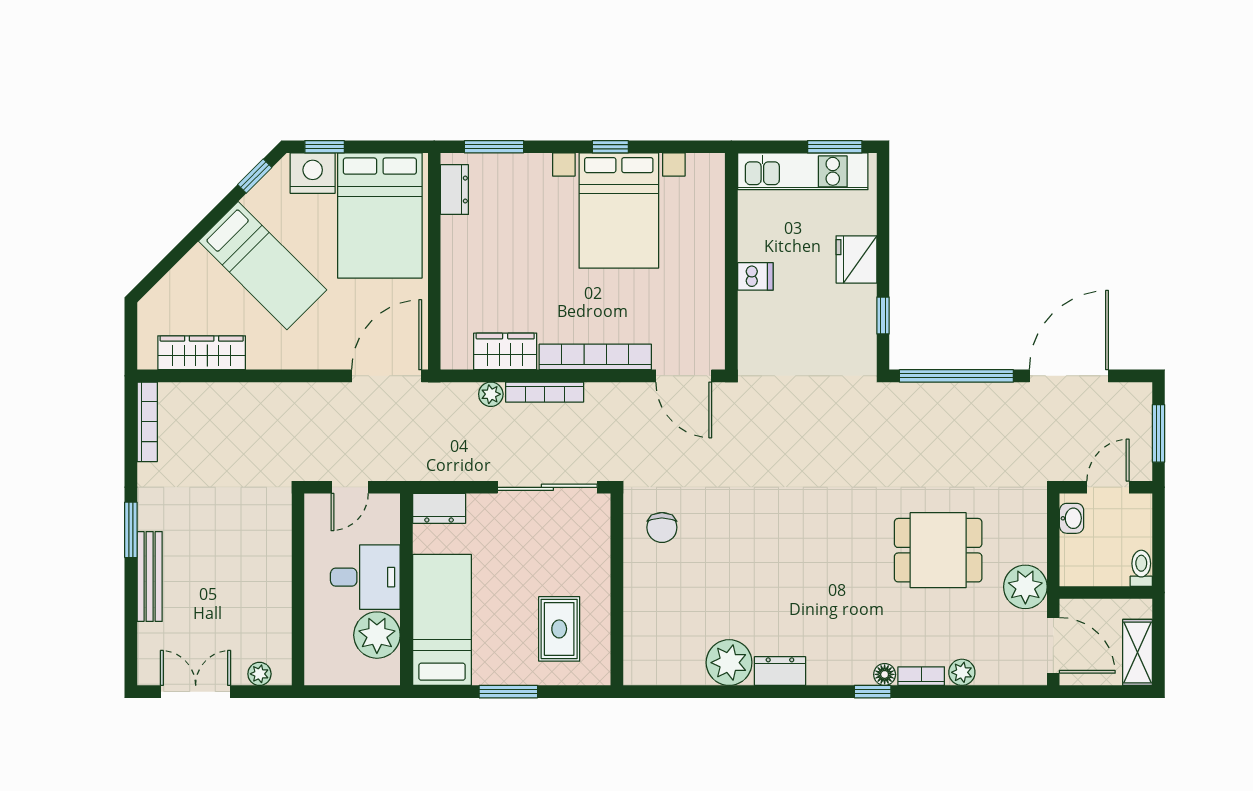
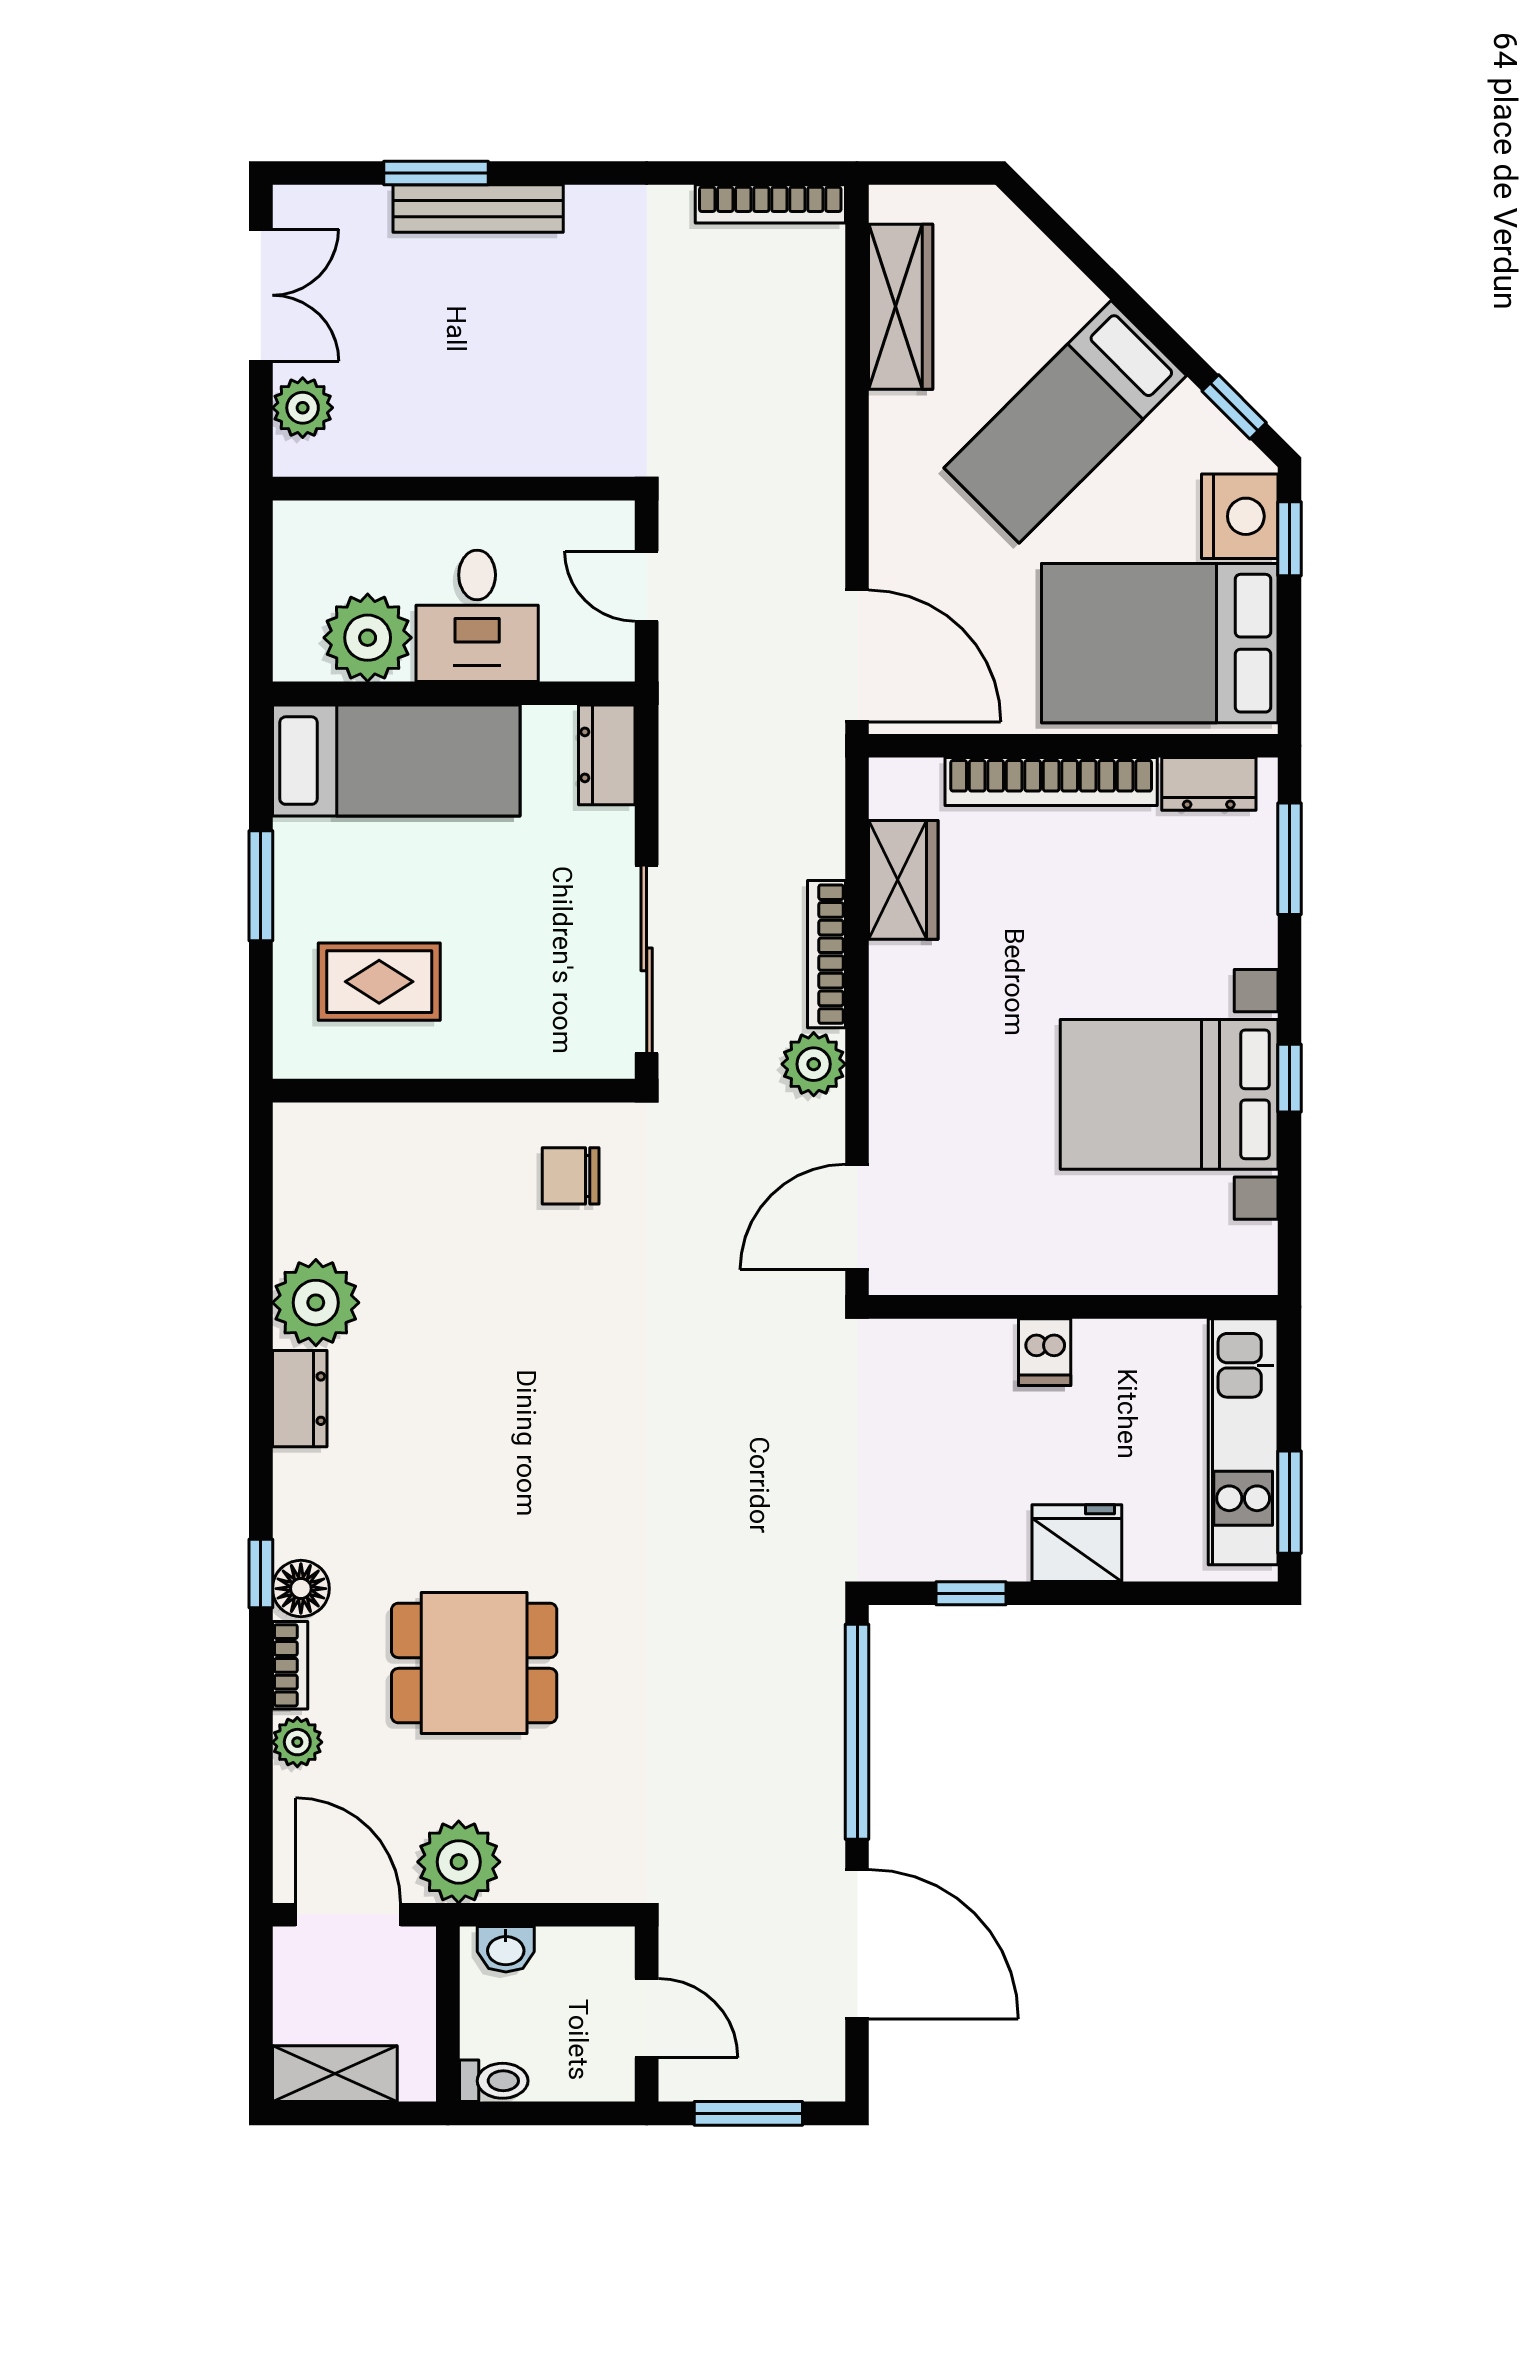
bookcase: (595, 357) -> (1051, 782), moved, turned 90
plant: (491, 394) -> (814, 1064), moved, width x1.38, depth x1.38
washbasin: (1072, 518) -> (506, 1949), moved
window: (131, 530) -> (436, 173), moved
dining table: (938, 550) -> (474, 1663), moved, turned 90
door: (1053, 645) -> (348, 1915), swing flipped
plant: (259, 674) -> (303, 408), width x1.38, depth x1.38
floor lamp: (885, 674) -> (301, 1589), width x1.37, depth x1.37

